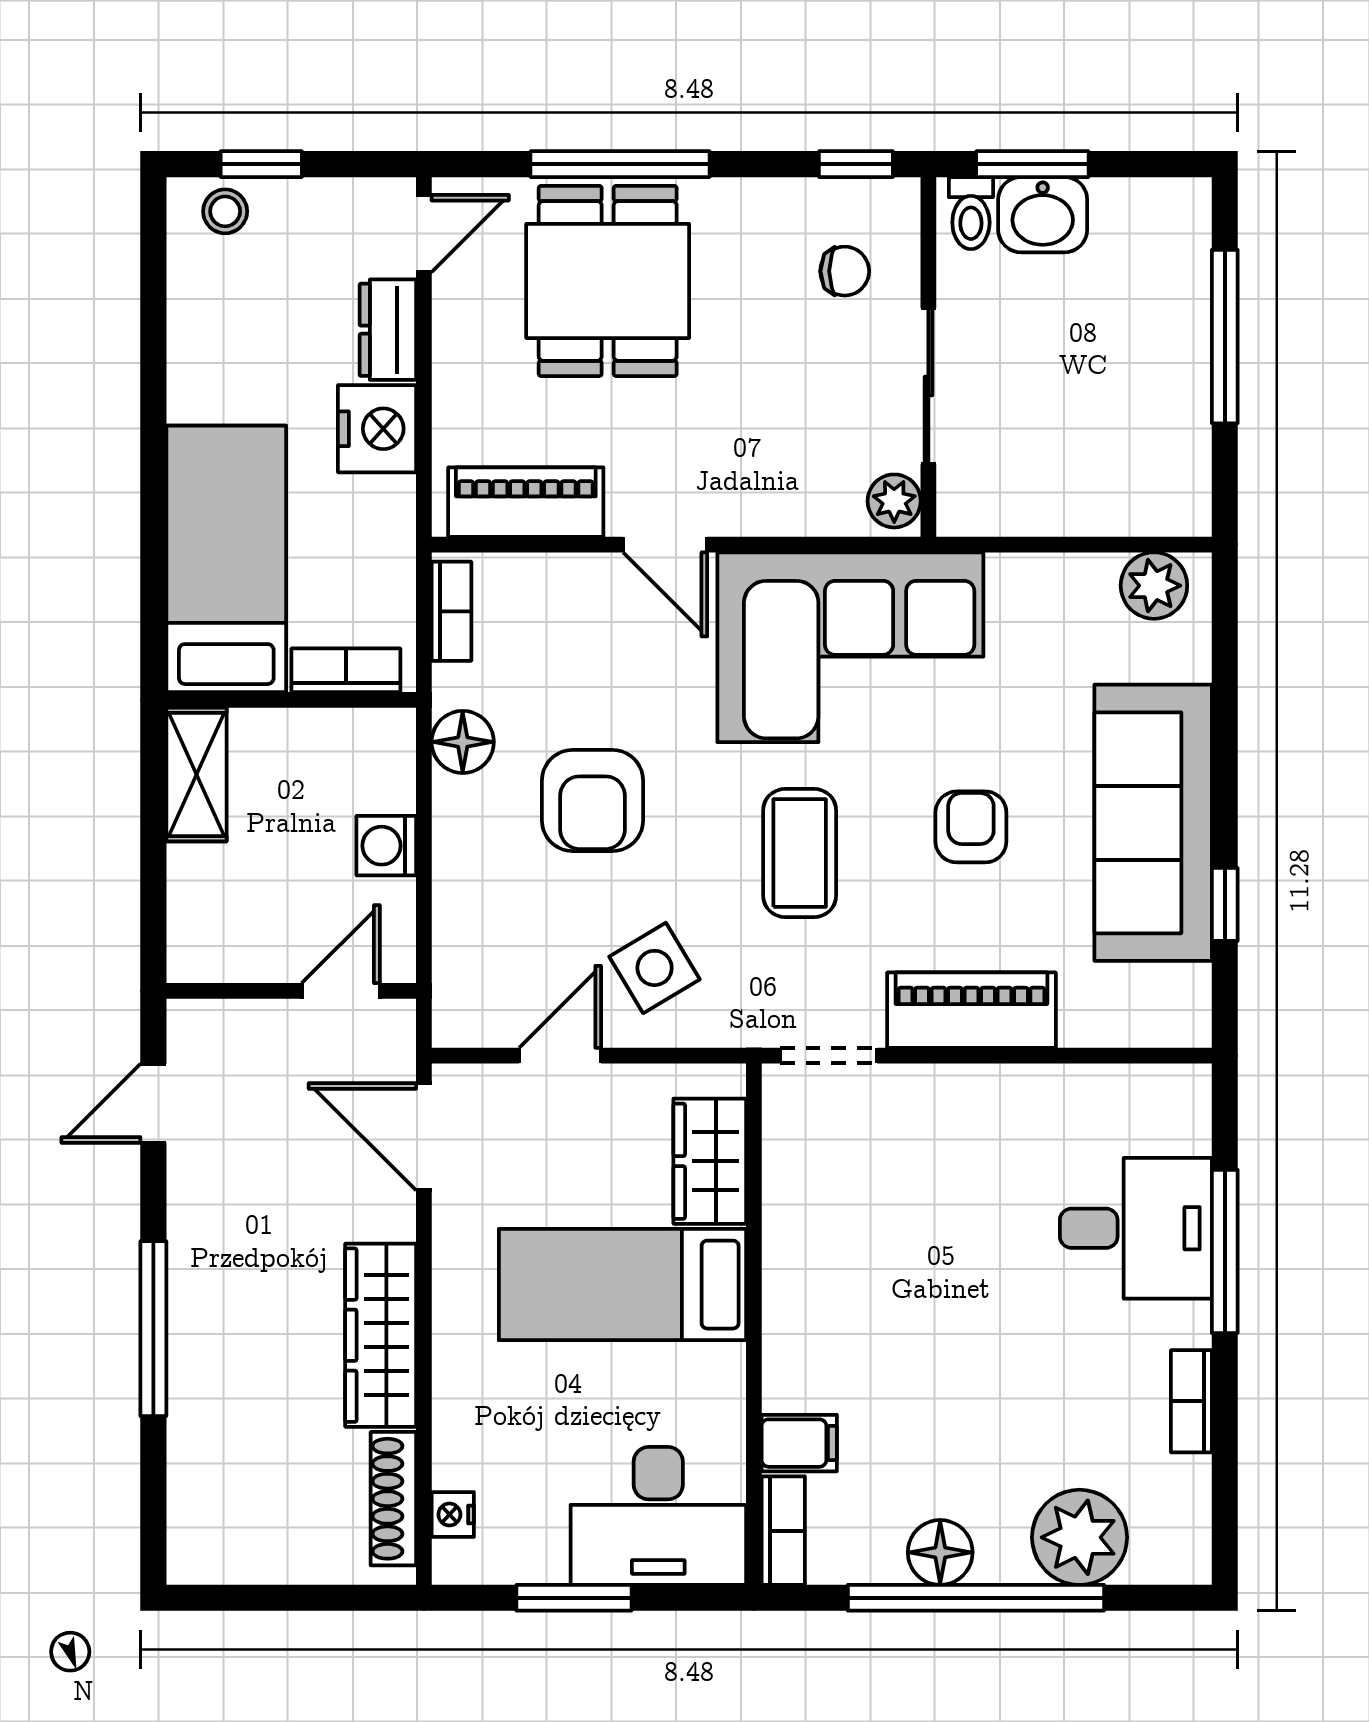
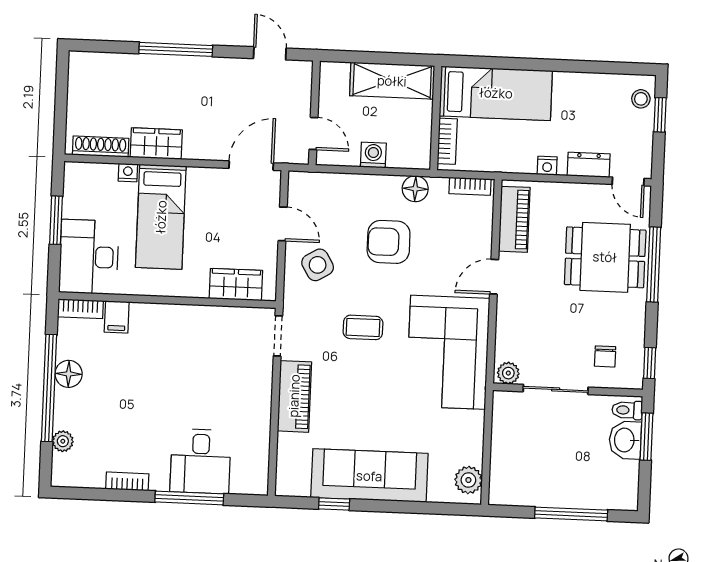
nightstand: (377, 429) -> (547, 166), width x0.53, depth x0.56
shelving: (196, 774) -> (392, 81), width x1.50, depth x1.33
armchair: (971, 827) -> (371, 399), removed
coffee table: (800, 853) -> (363, 327), width x0.73, depth x0.77
bed: (622, 1285) -> (161, 217), moved, turned 180
wardrobe: (381, 1335) -> (156, 144), width x0.67
nightstand: (453, 1514) -> (128, 173), moved
plant: (1080, 1537) -> (63, 441), width x0.53, depth x0.53

